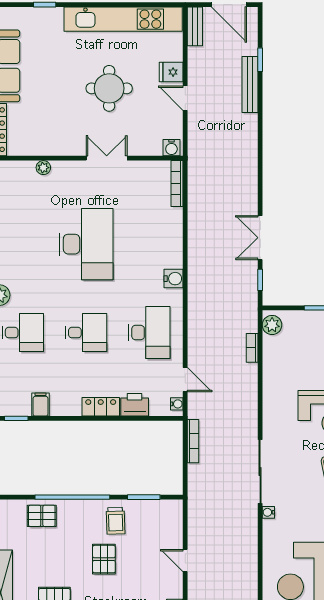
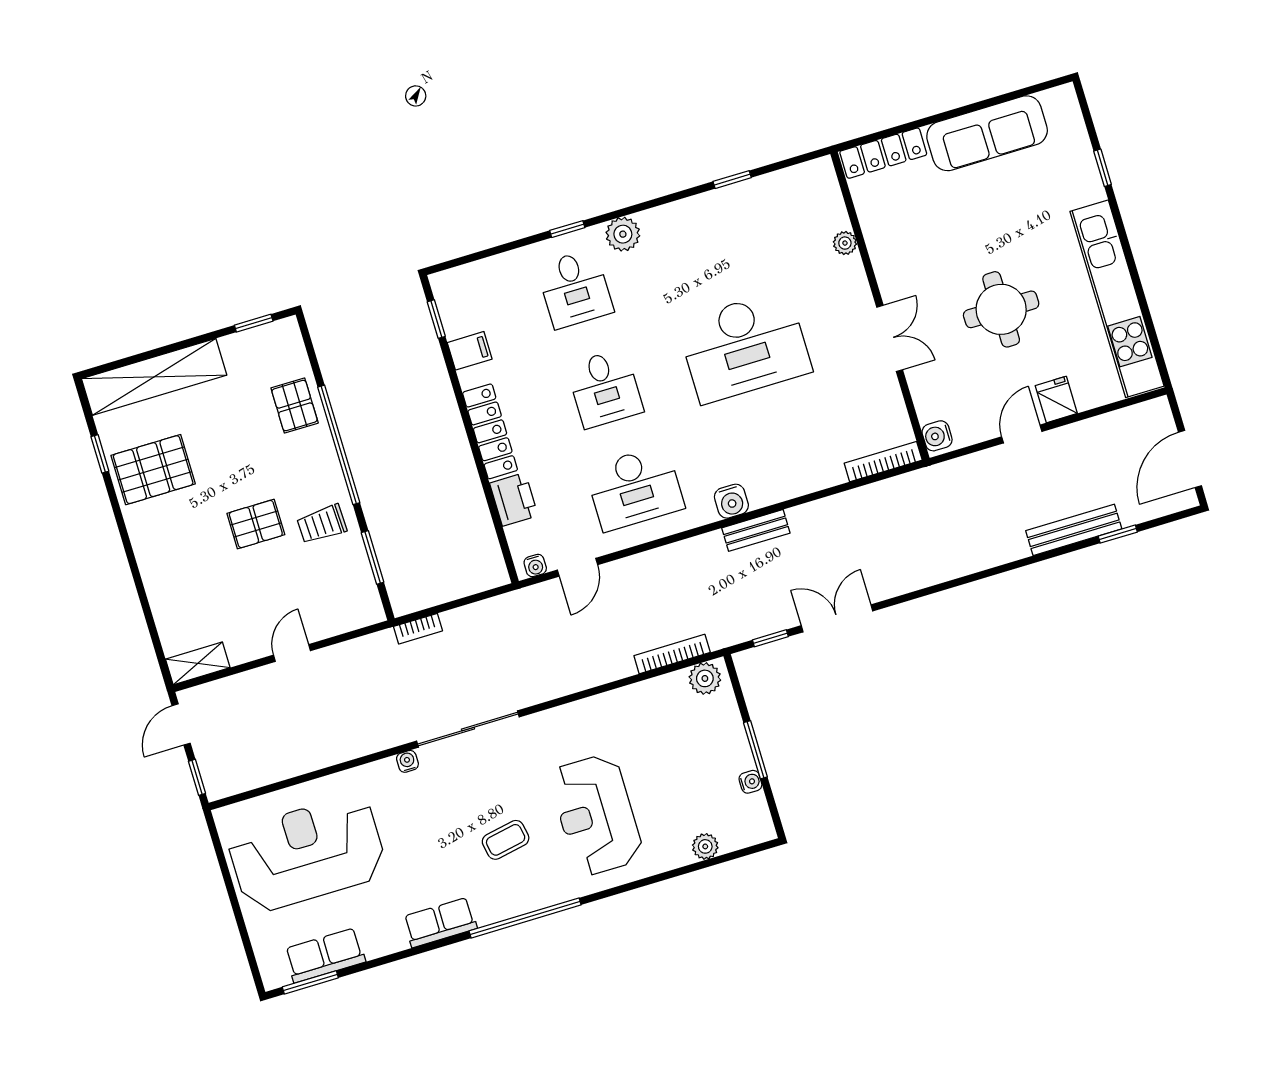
bench: (195, 26) -> (756, 530), moved
bookcase: (252, 348) -> (672, 654), width x1.56
locker: (101, 407) -> (490, 431), width x1.53
bookcase: (193, 441) -> (418, 629), moved, width x0.64

